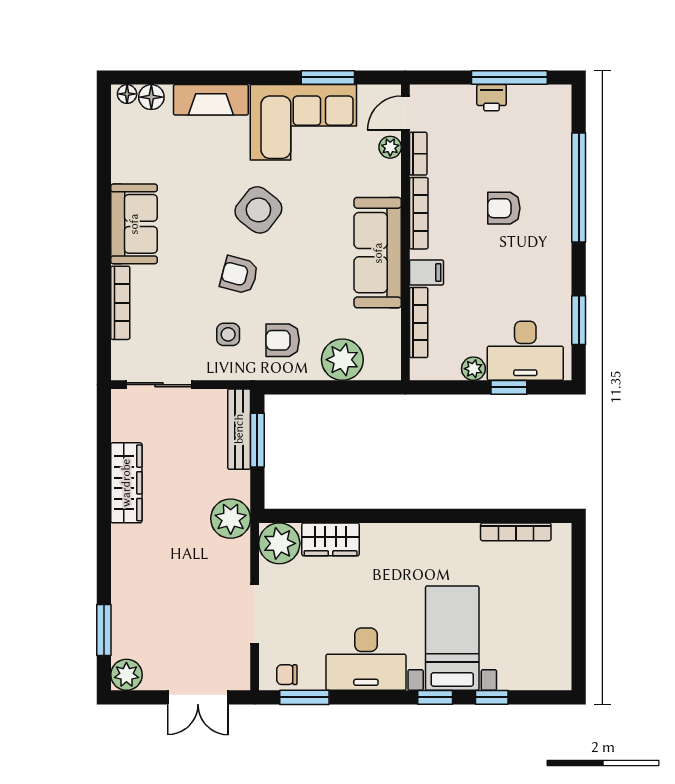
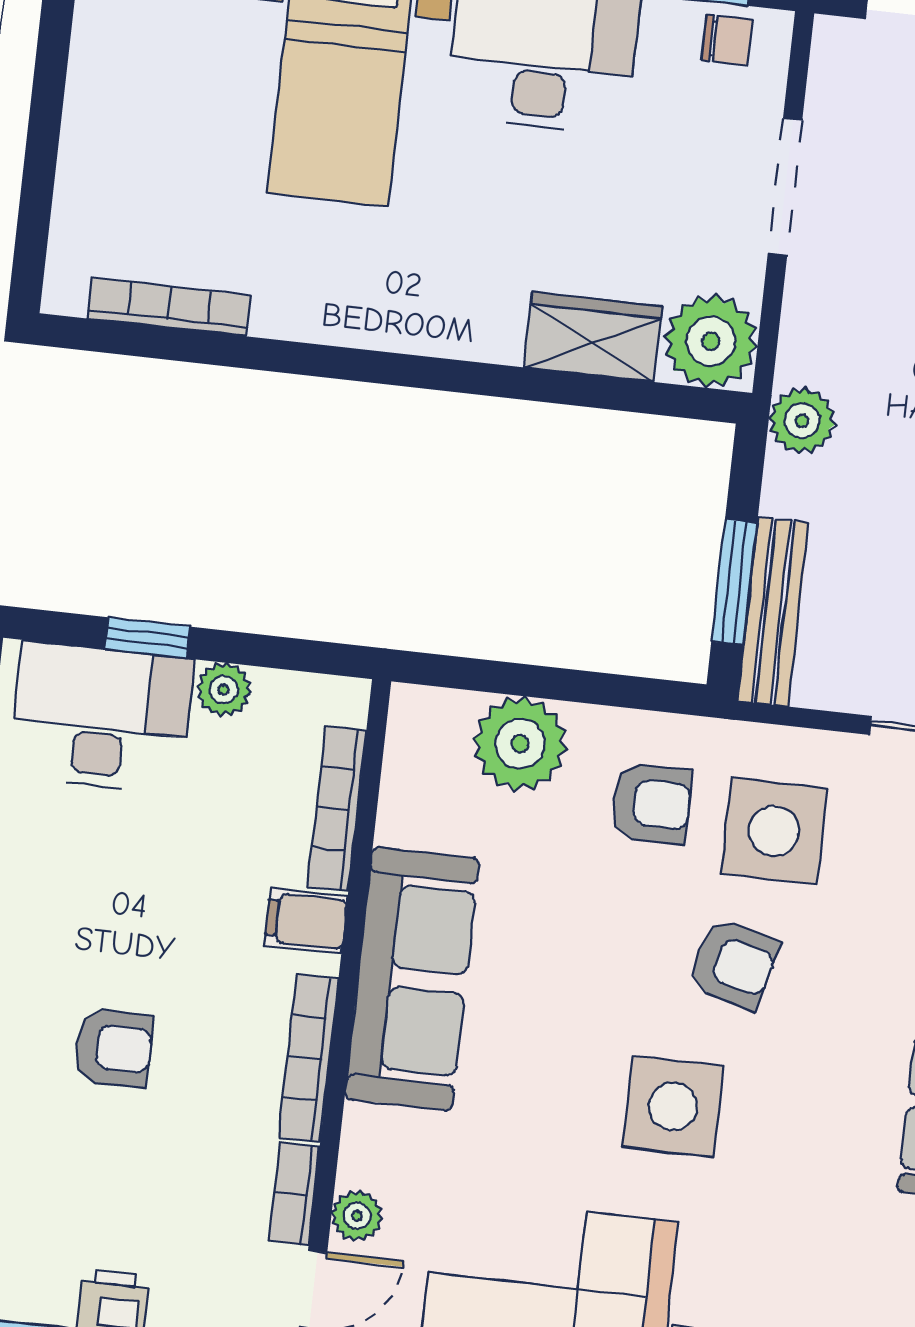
side table: (258, 210) -> (673, 1106), turned -38
side table: (228, 334) -> (774, 831), width x1.87, depth x1.87
plant: (231, 519) -> (802, 421), width x0.73, depth x0.73

